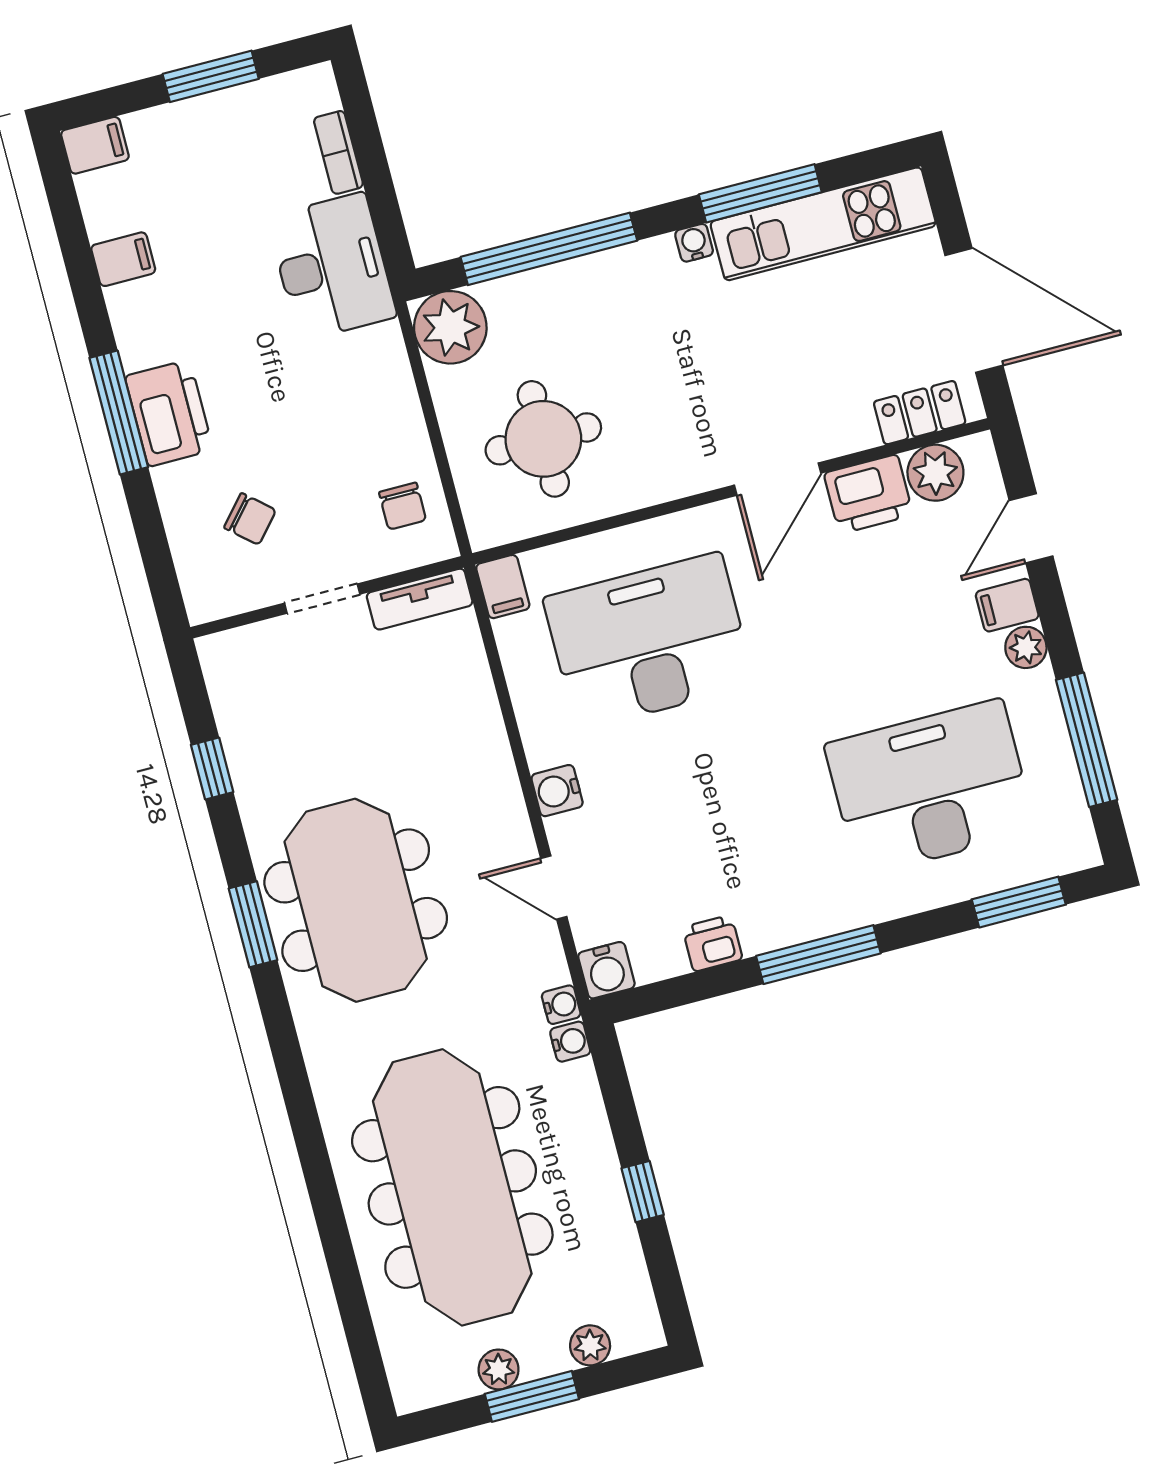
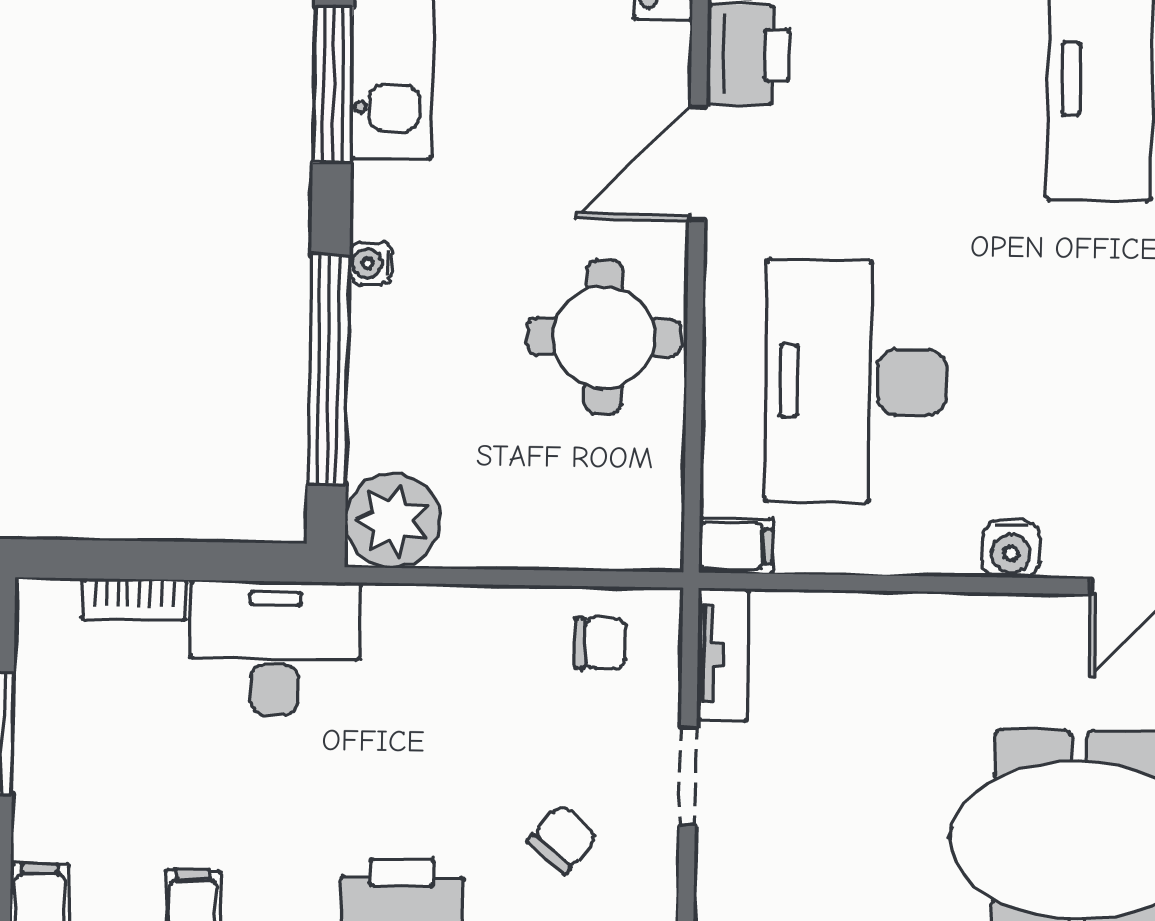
water cooler: (694, 243) -> (371, 263), moved
round table: (543, 439) -> (604, 337), moved
door: (778, 479) -> (698, 163), swing flipped

